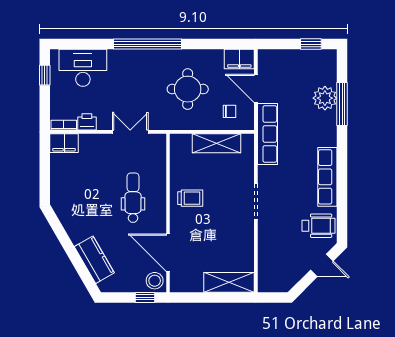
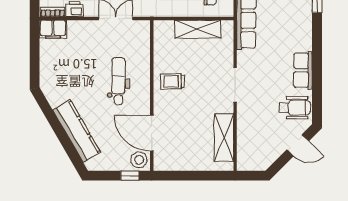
row of seats: (327, 177) -> (303, 70), width x0.68
trolley: (190, 198) -> (173, 81), turned 180
kitchen counter: (94, 260) -> (77, 131), width x1.50
shelving: (229, 282) -> (224, 138), moved, turned 90

